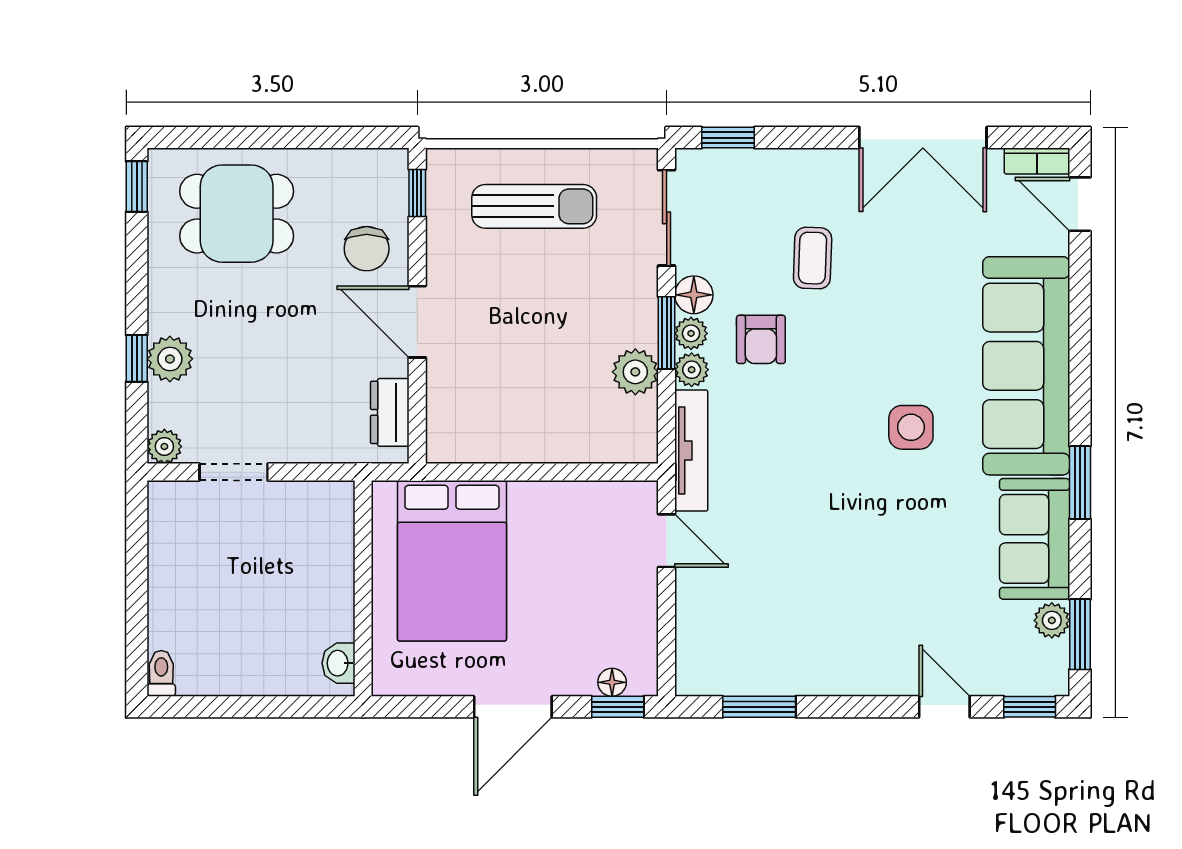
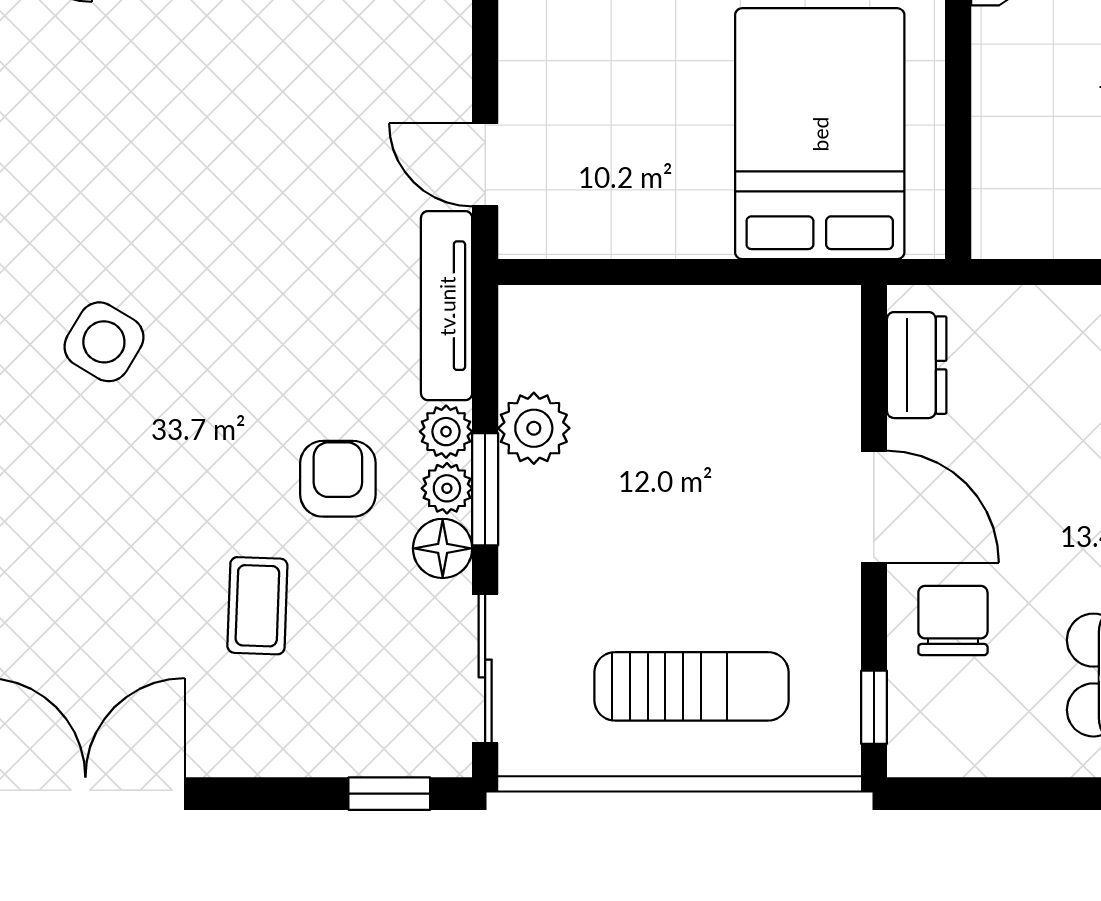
sun lounger: (534, 206) -> (692, 686), turned 180
side table: (911, 427) -> (104, 342), turned 31

